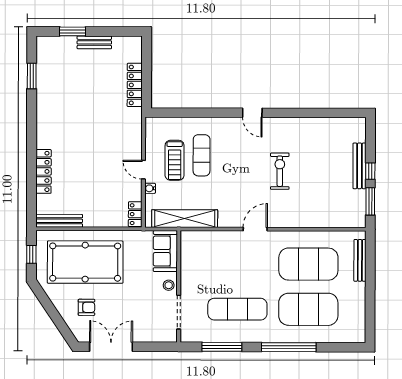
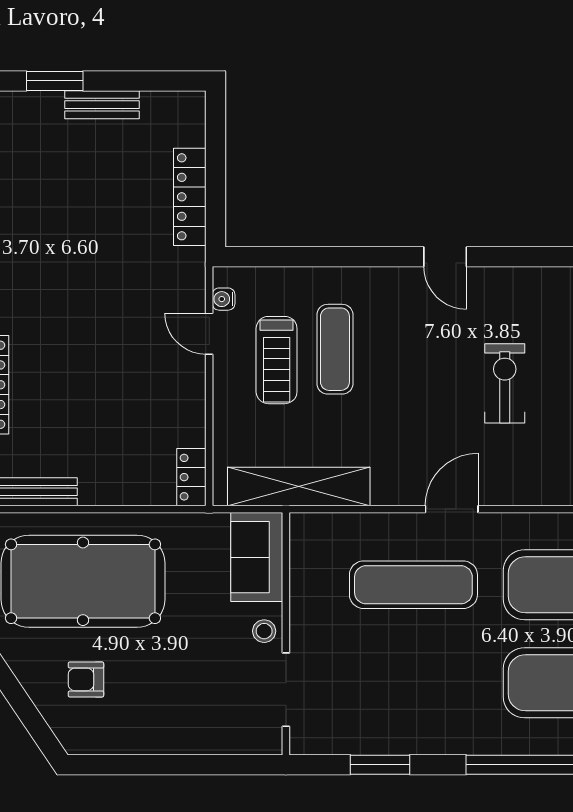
door: (143, 170) -> (209, 334), moved
water cooler: (150, 188) -> (224, 299), moved
armchair: (86, 307) -> (86, 679), turned 180
exercise mat: (237, 309) -> (413, 585), moved
double door: (111, 347) -> (139, 765), removed
window: (222, 347) -> (380, 765), width x0.69

